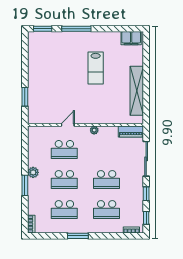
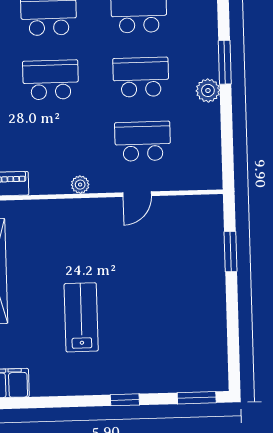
window: (76, 29) -> (125, 400), width x0.46

